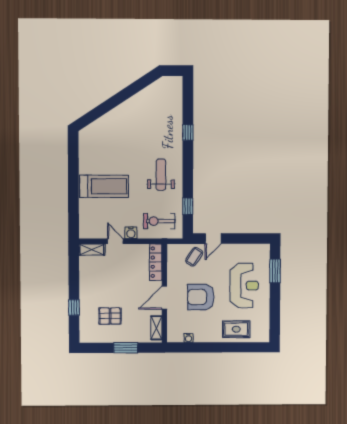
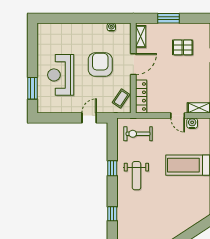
window: (188, 206) -> (112, 168), moved
exercise bike: (159, 221) -> (138, 134), turned 180
water cooler: (131, 233) -> (192, 123), moved
coffee table: (194, 257) -> (121, 98), moved
armchair: (201, 297) -> (100, 65), turned -90
rug: (236, 329) -> (68, 35), removed

